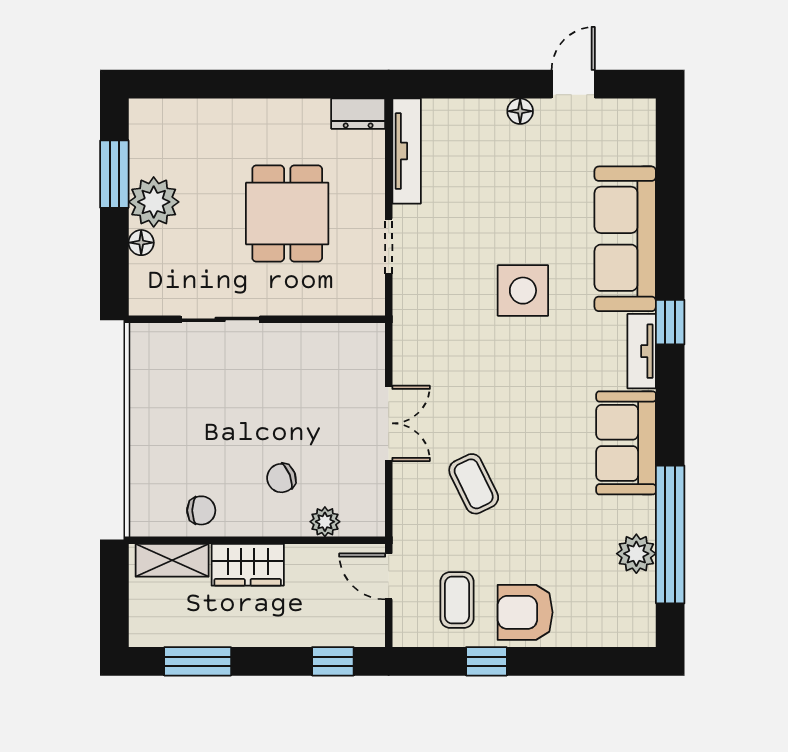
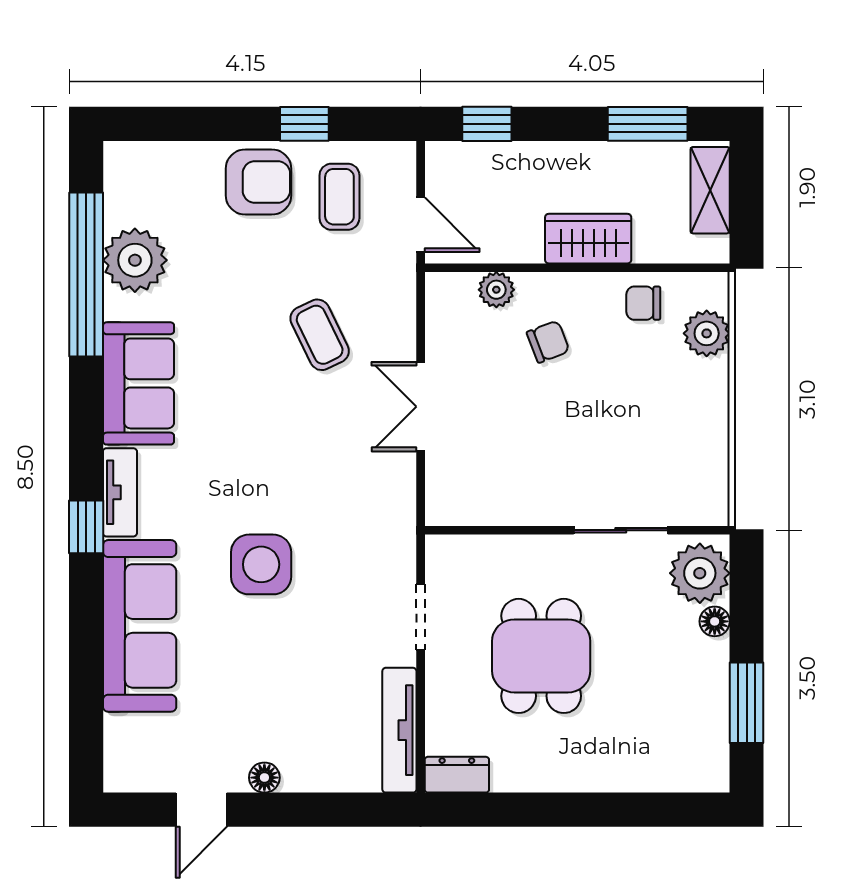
plant: (154, 202) -> (700, 573), moved
plant: (148, 485) -> (707, 333), added
plant: (636, 554) -> (135, 260), width x1.36, depth x1.36
shelving: (172, 560) -> (710, 190), moved, turned 90

